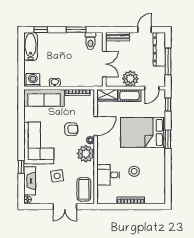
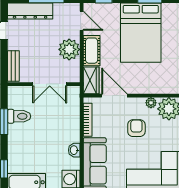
toilet: (90, 41) -> (19, 116), moved
double door: (104, 64) -> (50, 84), swing flipped
door: (96, 126) -> (114, 96), moved

